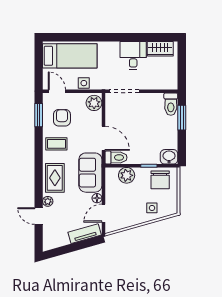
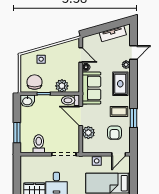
door: (57, 91) -> (119, 154), hinge flipped
plant: (94, 103) -> (88, 133), moved
toilet: (171, 104) -> (39, 144), moved
window: (39, 115) -> (133, 118), moved
door: (103, 213) -> (81, 55), hinge flipped
door: (39, 216) -> (133, 53), hinge flipped
tv unit: (85, 234) -> (113, 34), moved

